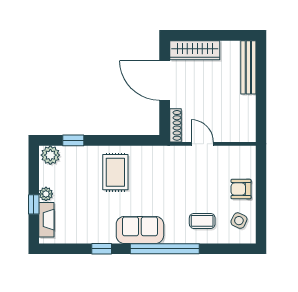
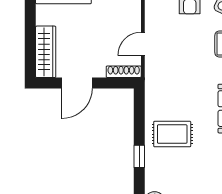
door: (165, 80) -> (77, 83), width x0.73
window: (73, 140) -> (139, 156), moved

